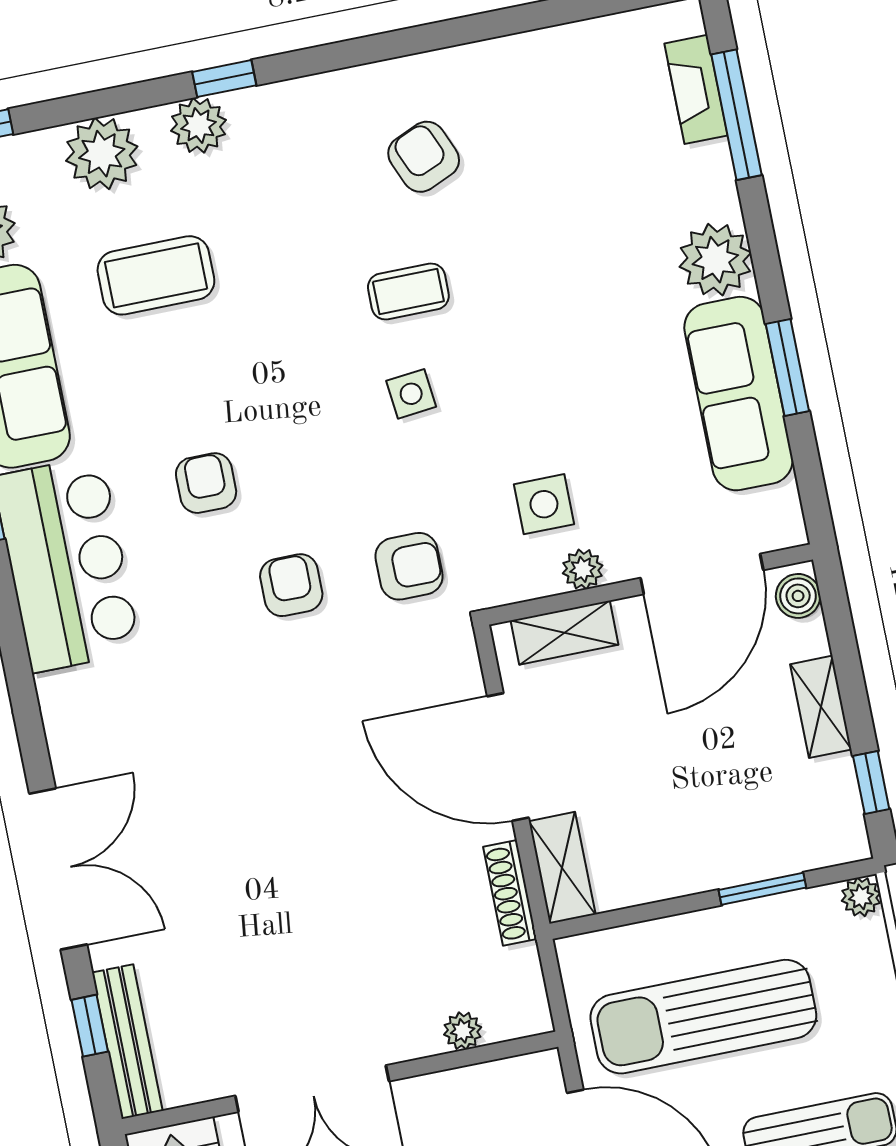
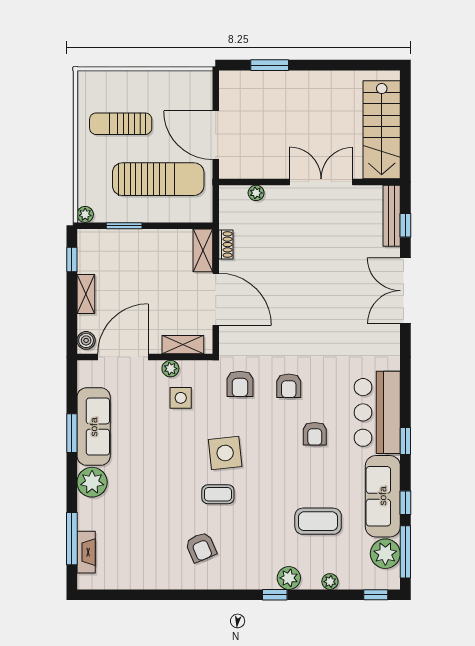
plant: (102, 154) -> (330, 582), width x0.53, depth x0.53
side table: (411, 394) -> (225, 453), width x1.87, depth x1.87
armchair: (409, 566) -> (240, 384), turned -90
shoe rack: (510, 893) -> (226, 245), width x0.70

